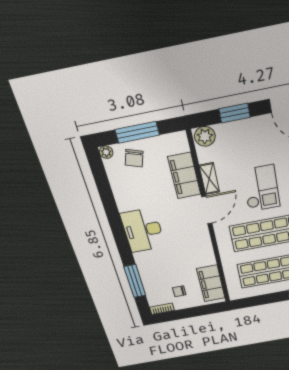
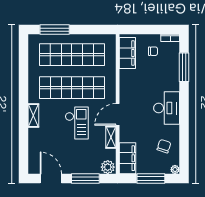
window: (235, 113) -> (85, 179), width x1.44
chair: (134, 158) -> (164, 146), moved
filing cabinet: (184, 176) -> (127, 158), moved
checkout: (261, 188) -> (77, 123), turned 180

